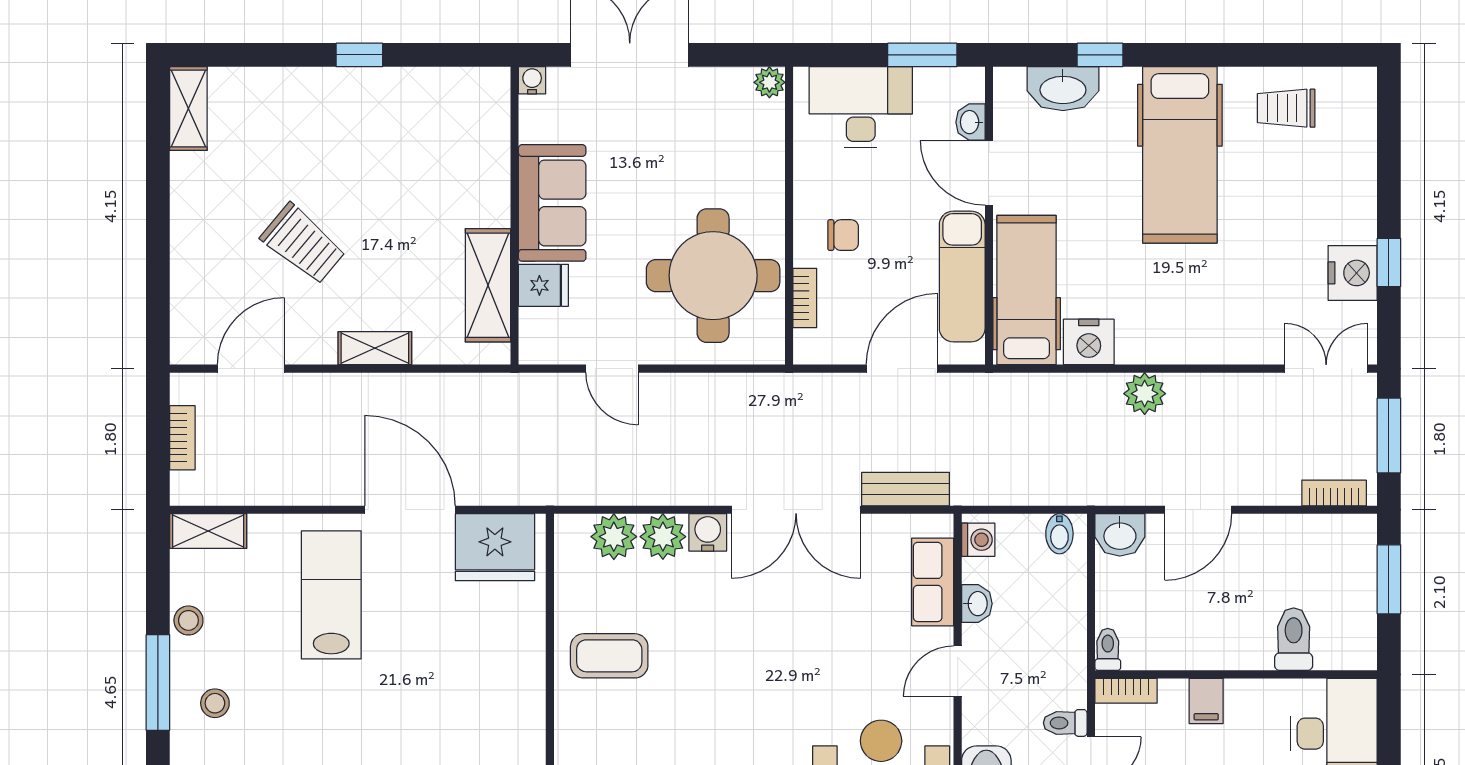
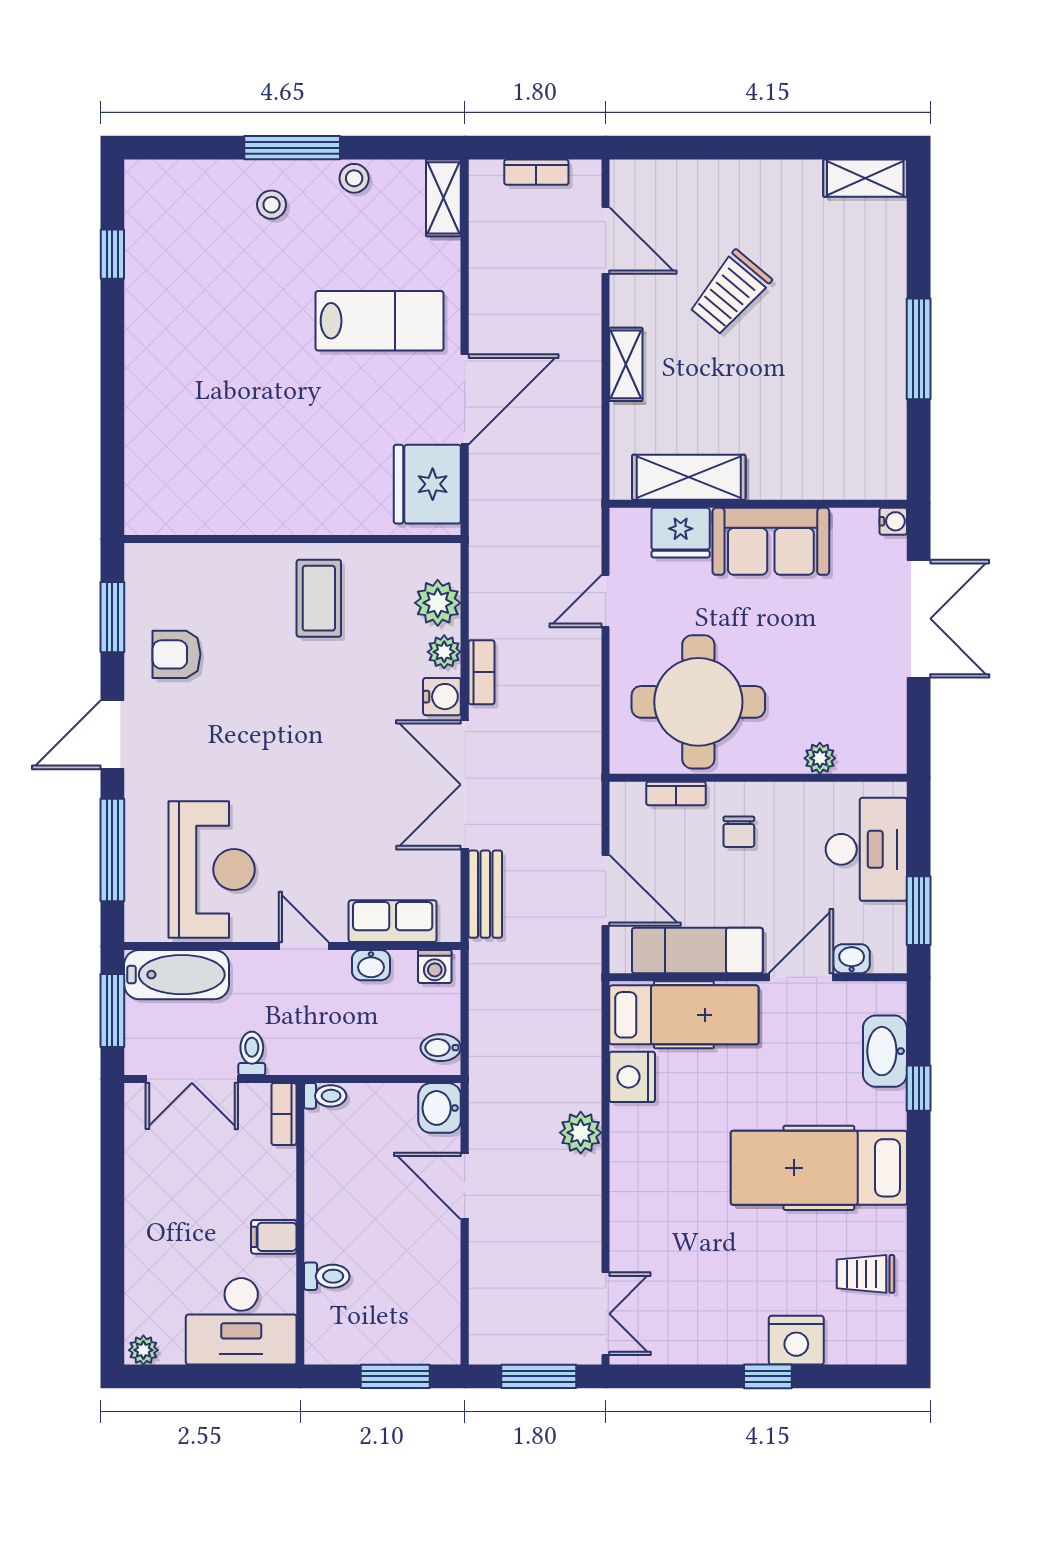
window: (359, 55) -> (919, 349), width x2.17
plant: (769, 82) -> (820, 758), moved
trolley: (1286, 108) -> (865, 1274), turned -90
window: (1389, 262) -> (768, 1376), moved
nightstand: (1353, 273) -> (796, 1340), moved
fridge: (543, 285) -> (681, 533), width x1.38
bookcase: (1334, 493) -> (481, 672), moved
plant: (663, 537) -> (444, 652), width x0.73, depth x0.73
toilet: (1294, 639) -> (327, 1276), width x0.73, depth x0.72
filing cabinet: (1206, 701) -> (274, 1237), moved

